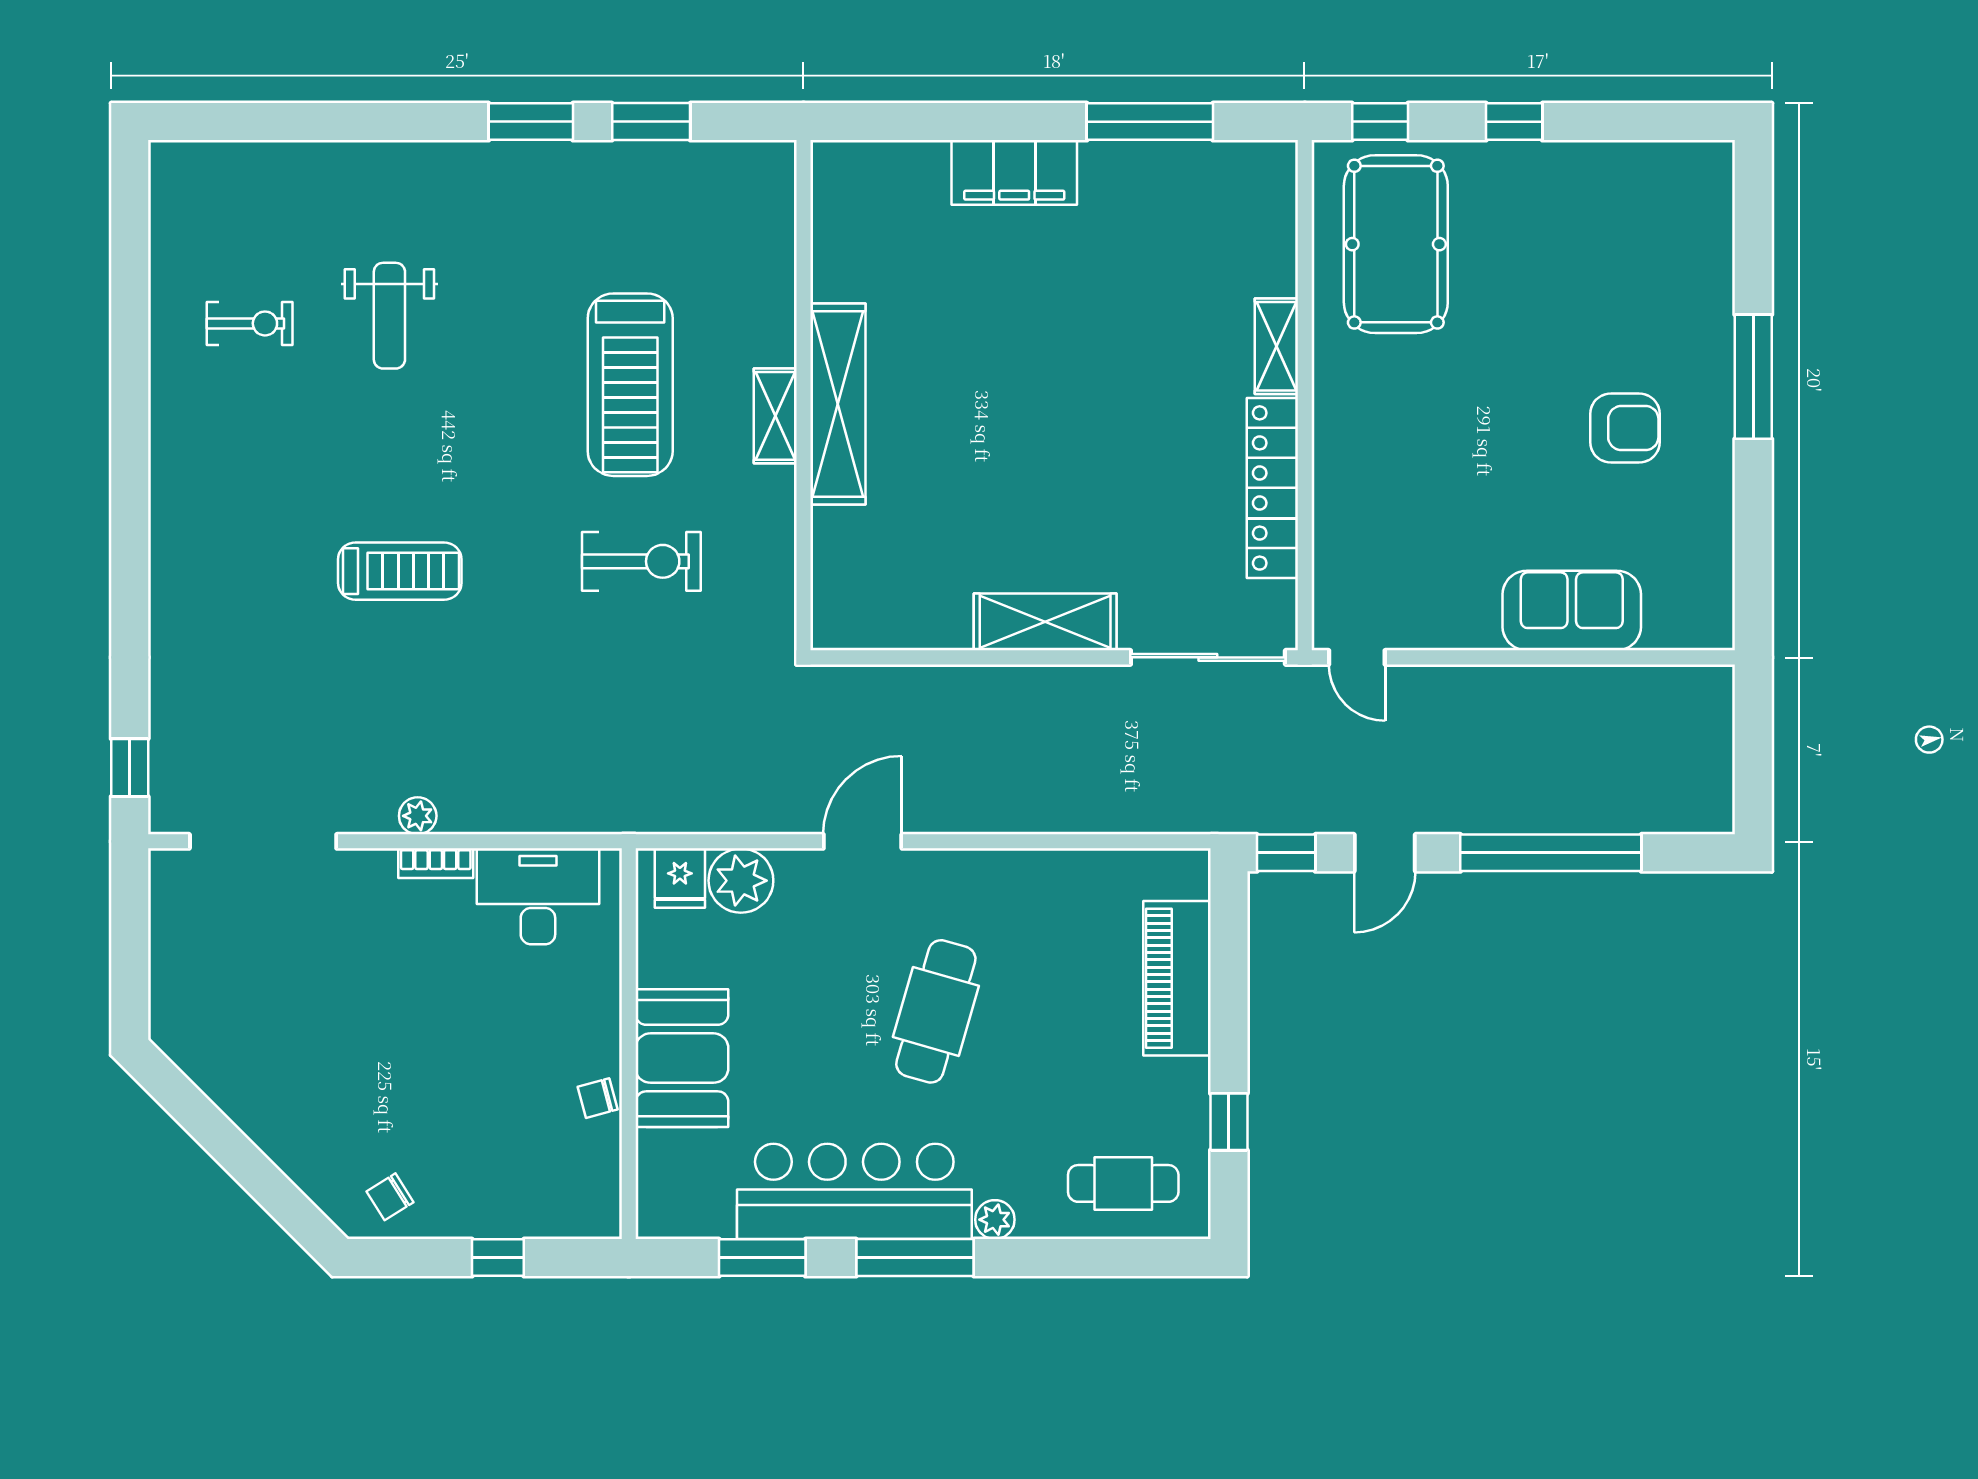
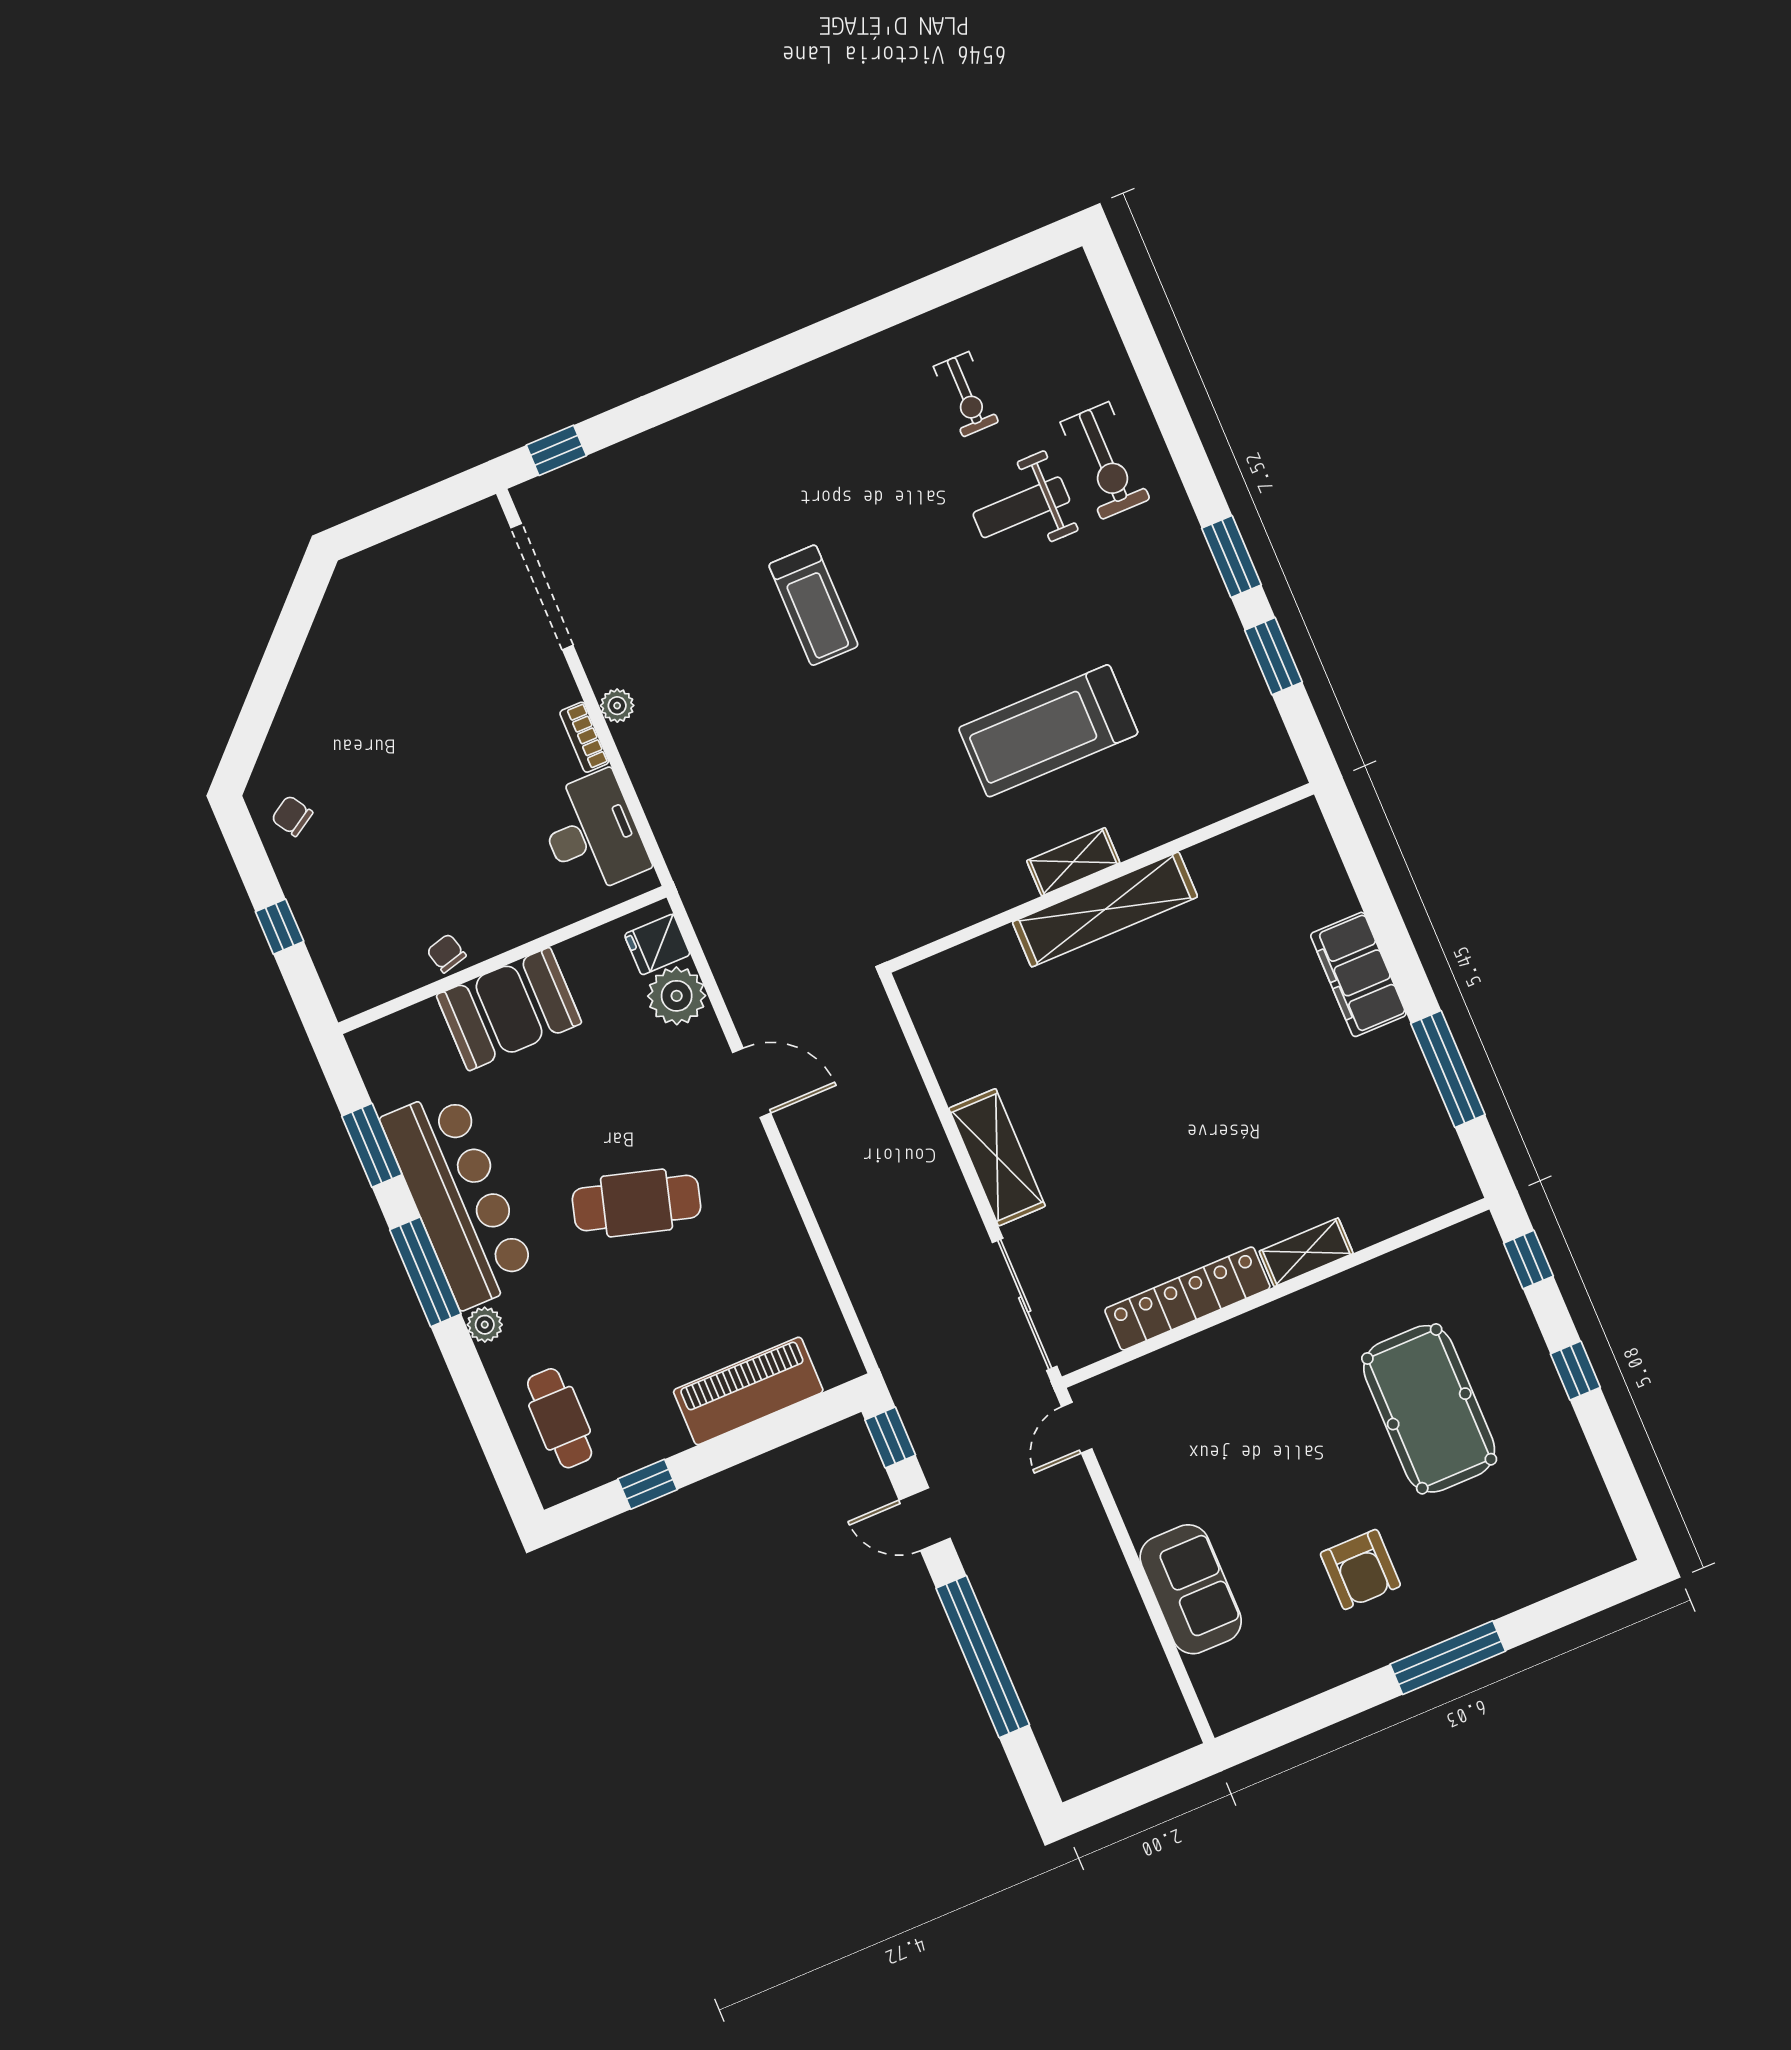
pool table: (1396, 244) -> (1429, 1409), moved, turned 90
exercise bike: (641, 561) -> (1105, 461), moved

